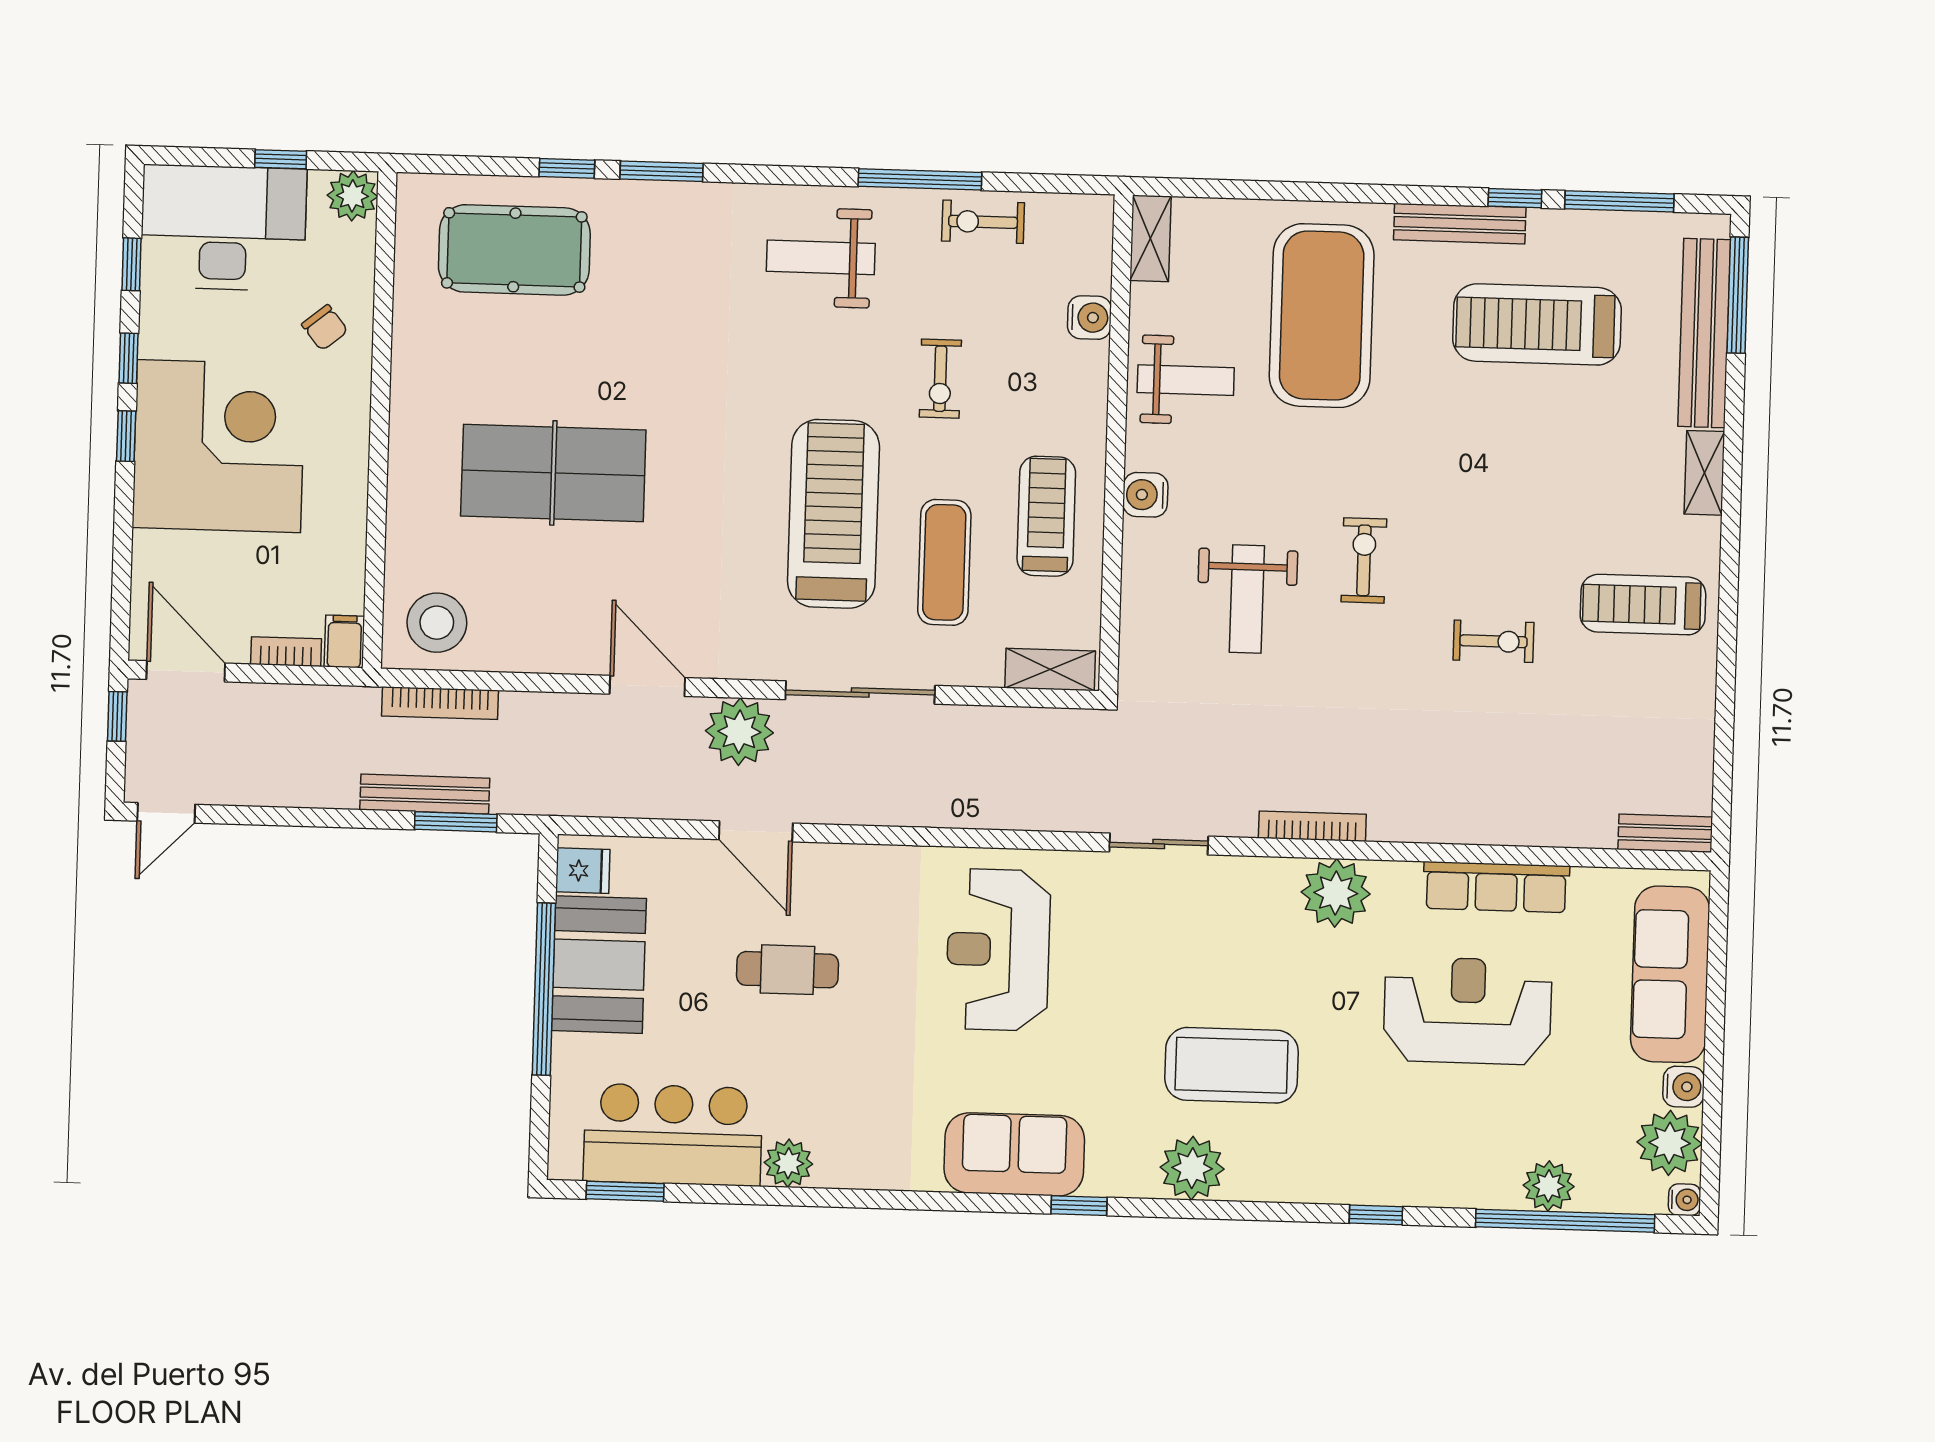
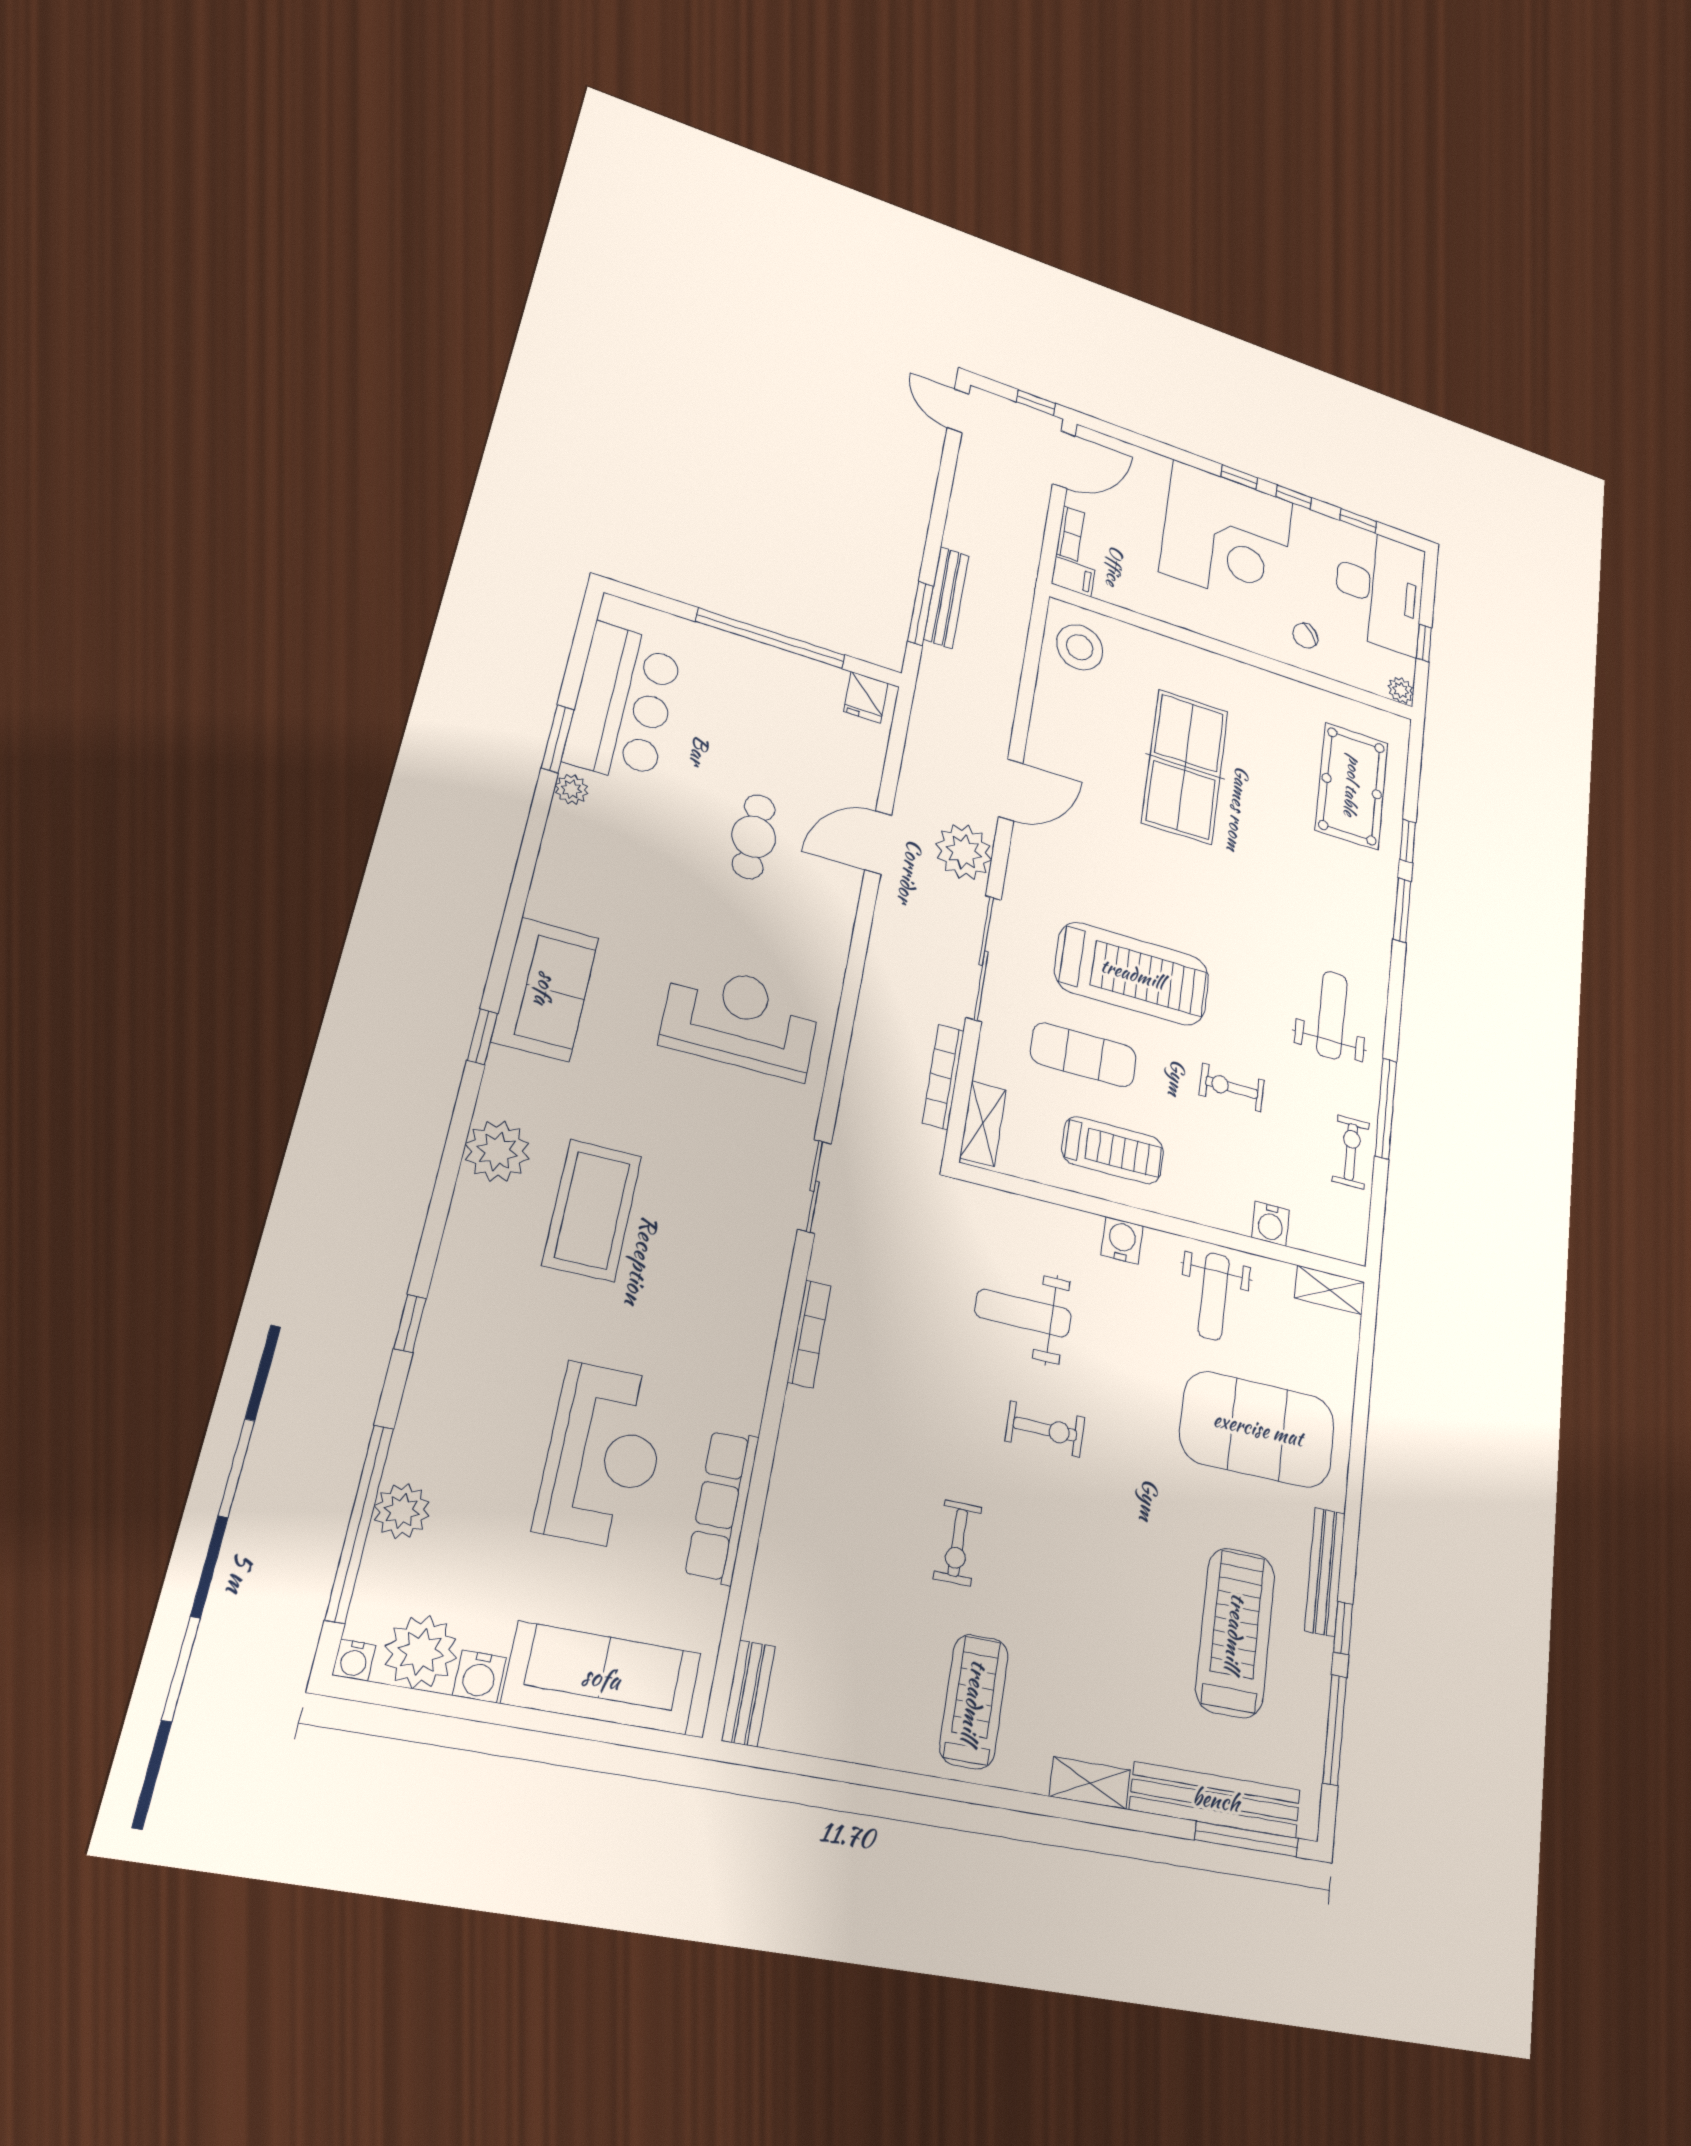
plant: (352, 196) -> (1401, 690), width x0.73, depth x0.73
bookcase: (440, 703) -> (943, 1077), moved
plant: (1336, 893) -> (742, 1344), removed
booth: (599, 965) -> (784, 687), removed
plant: (788, 1163) -> (571, 789), width x0.73, depth x0.73
window: (625, 1191) -> (558, 739), moved

